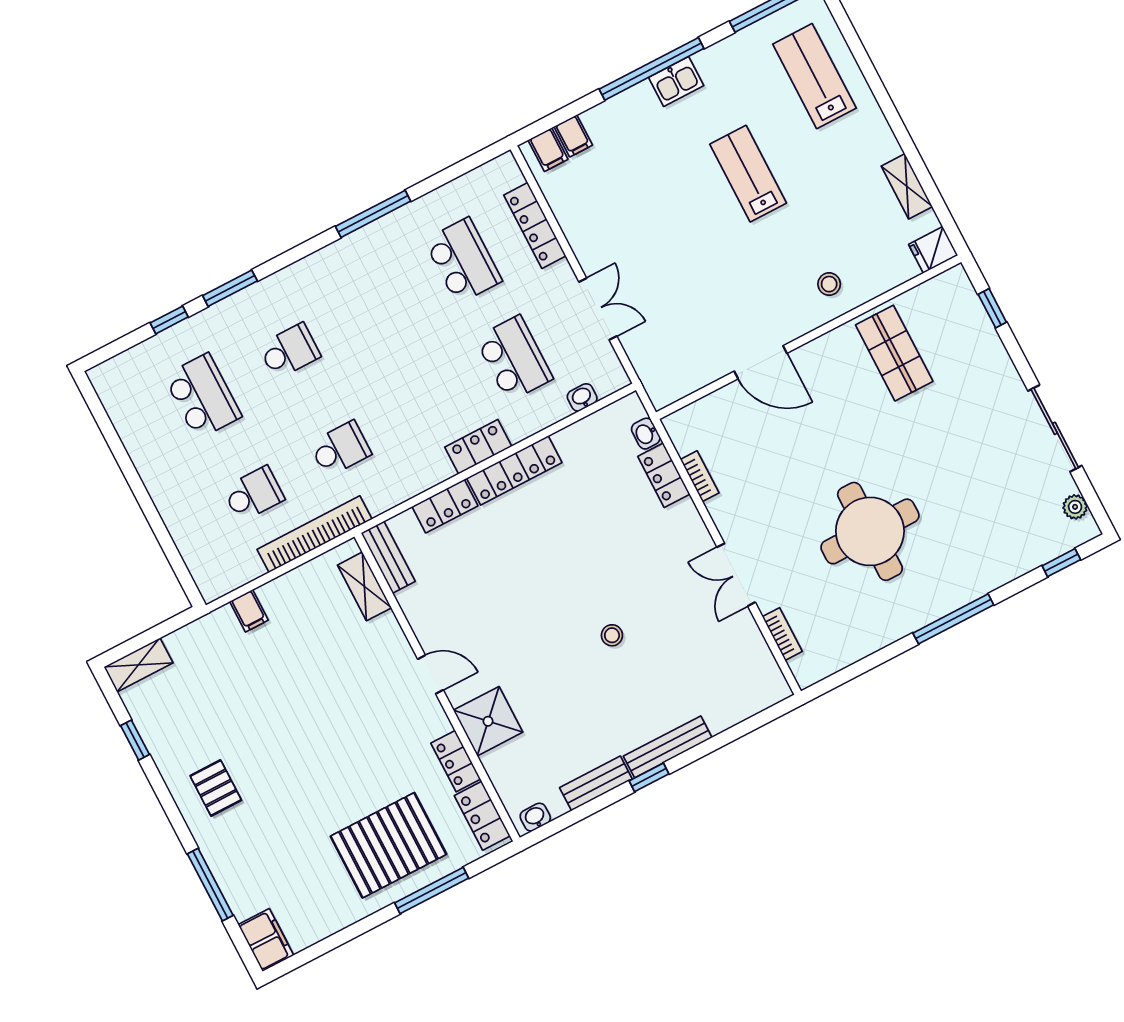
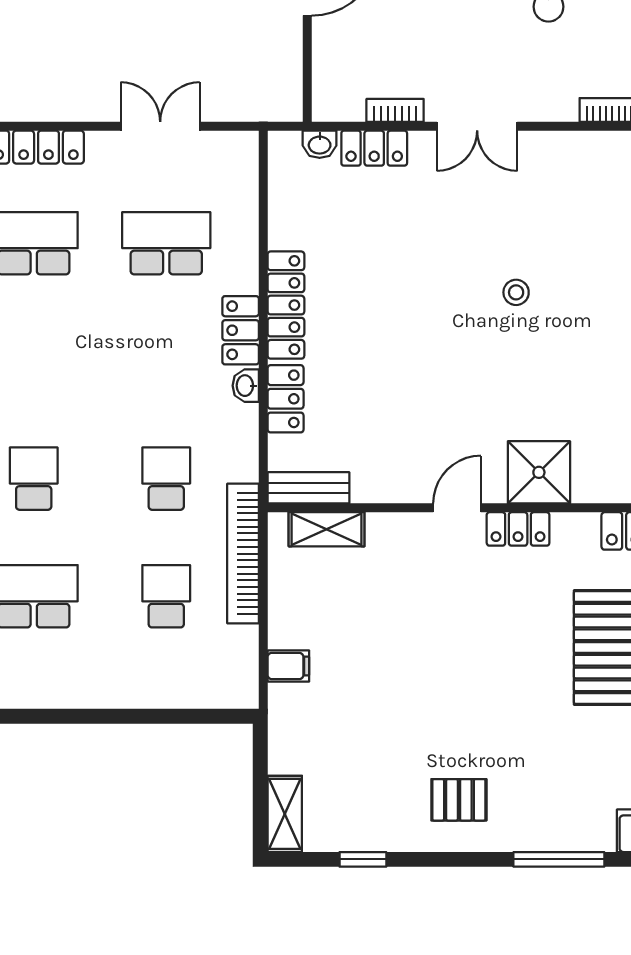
washbasin: (582, 397) -> (246, 386), moved
double door: (736, 575) -> (477, 126), moved
locker: (456, 761) -> (518, 529), moved

